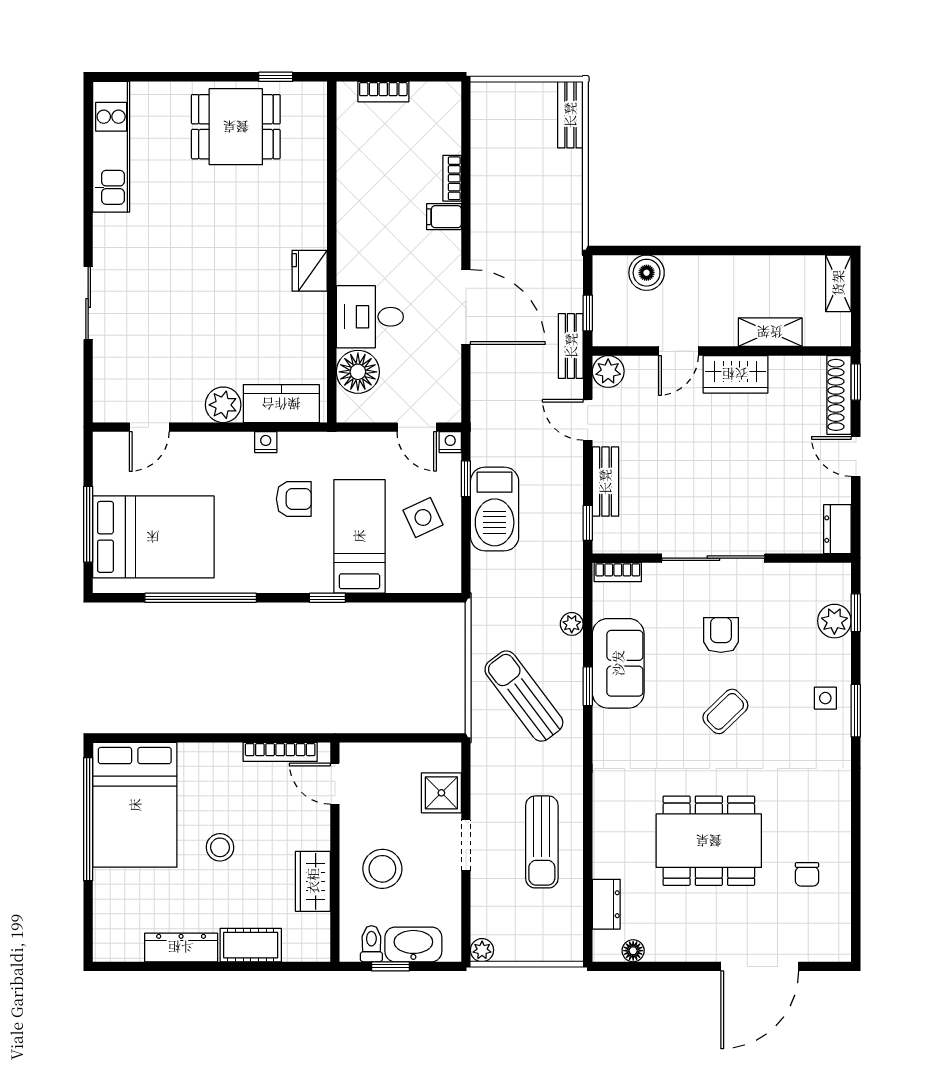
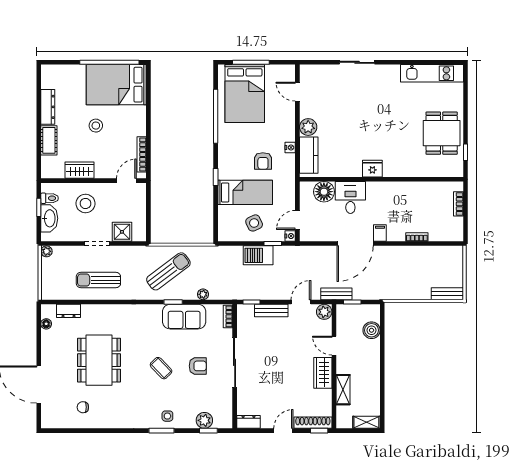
filing cabinet: (444, 217) -> (380, 233), moved
barbecue: (495, 509) -> (258, 255), width x0.73, depth x0.83

